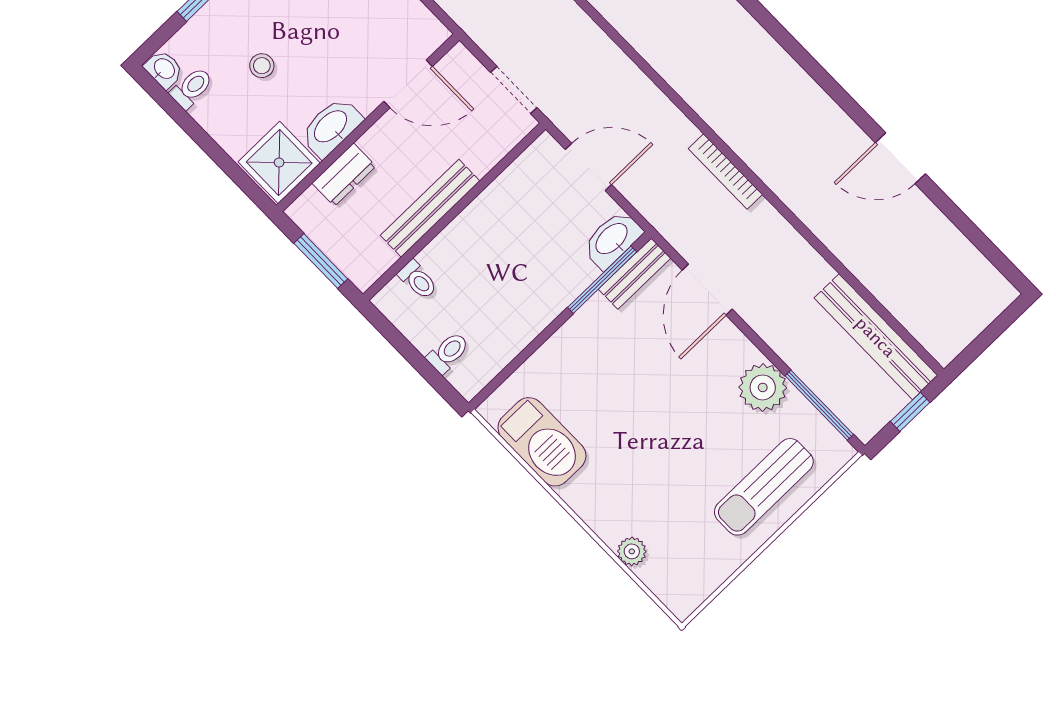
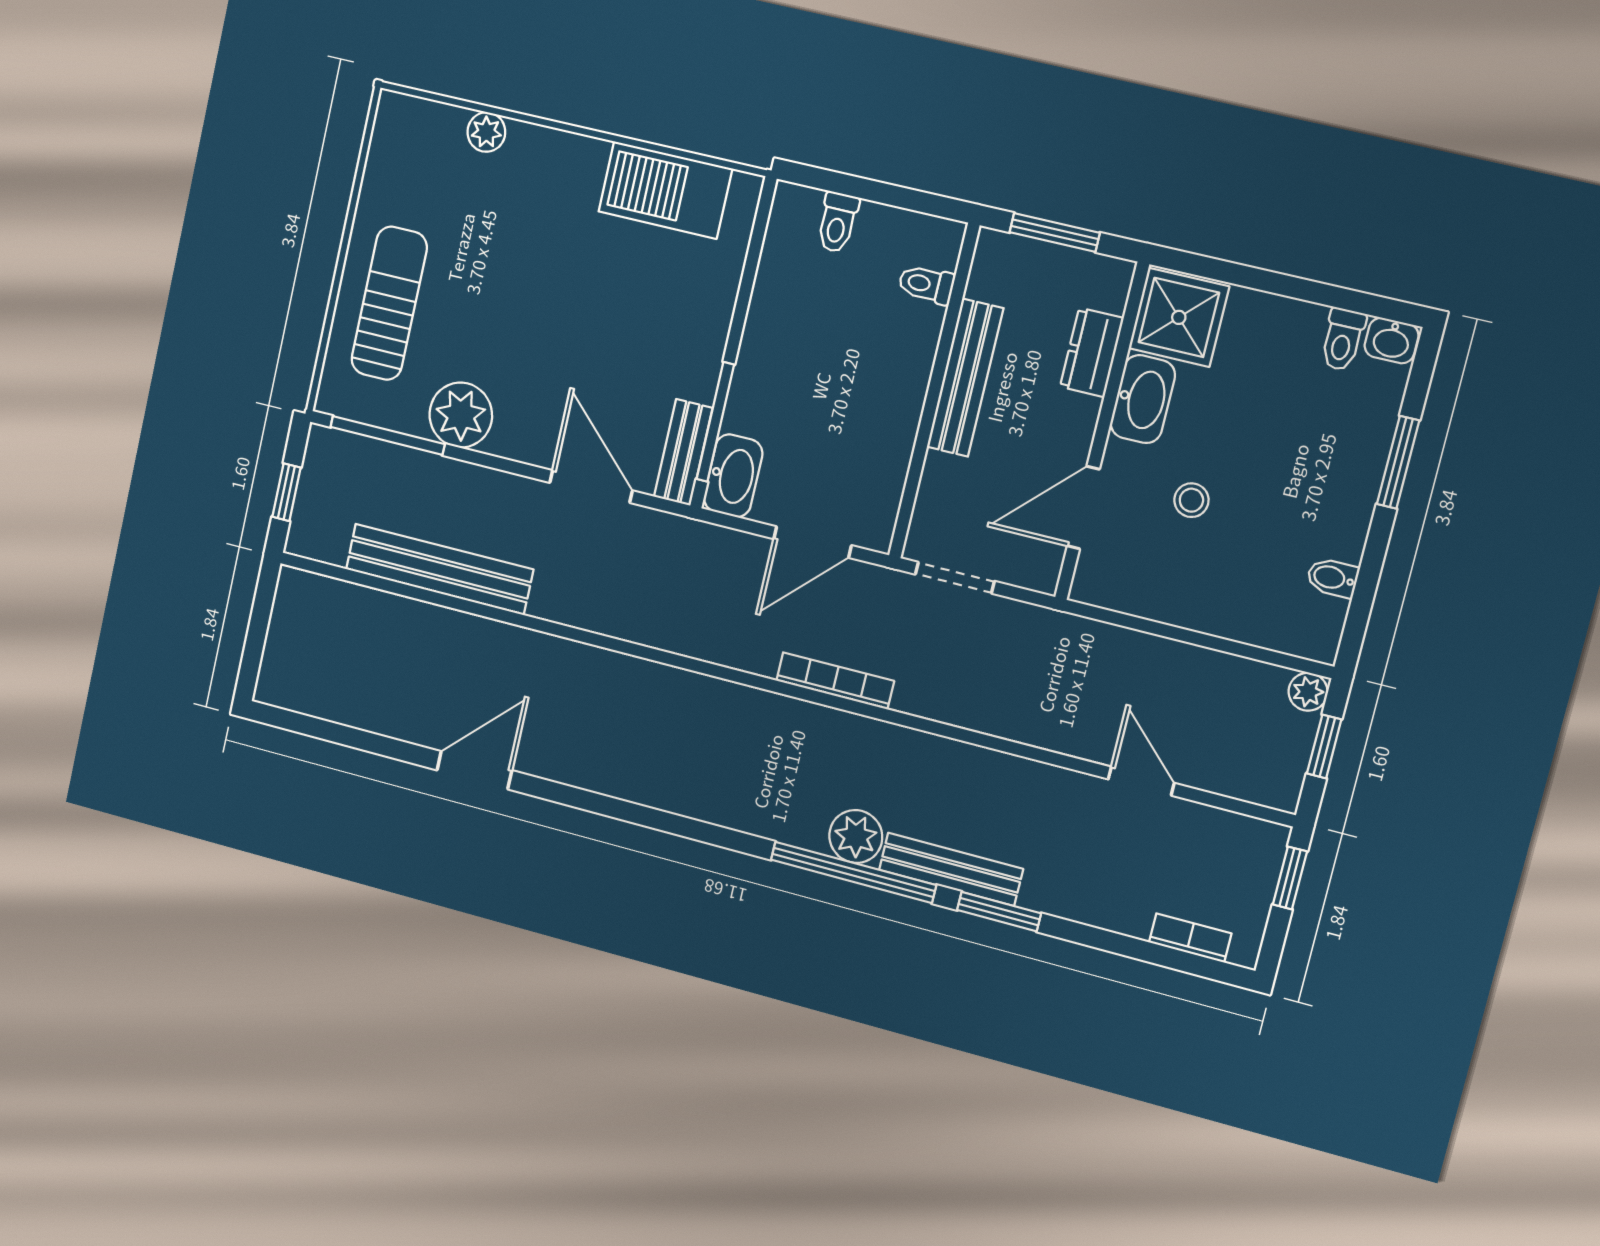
stool: (262, 66) -> (1191, 500), moved
bookcase: (725, 171) -> (835, 681), moved
bench: (876, 337) -> (439, 569), moved

